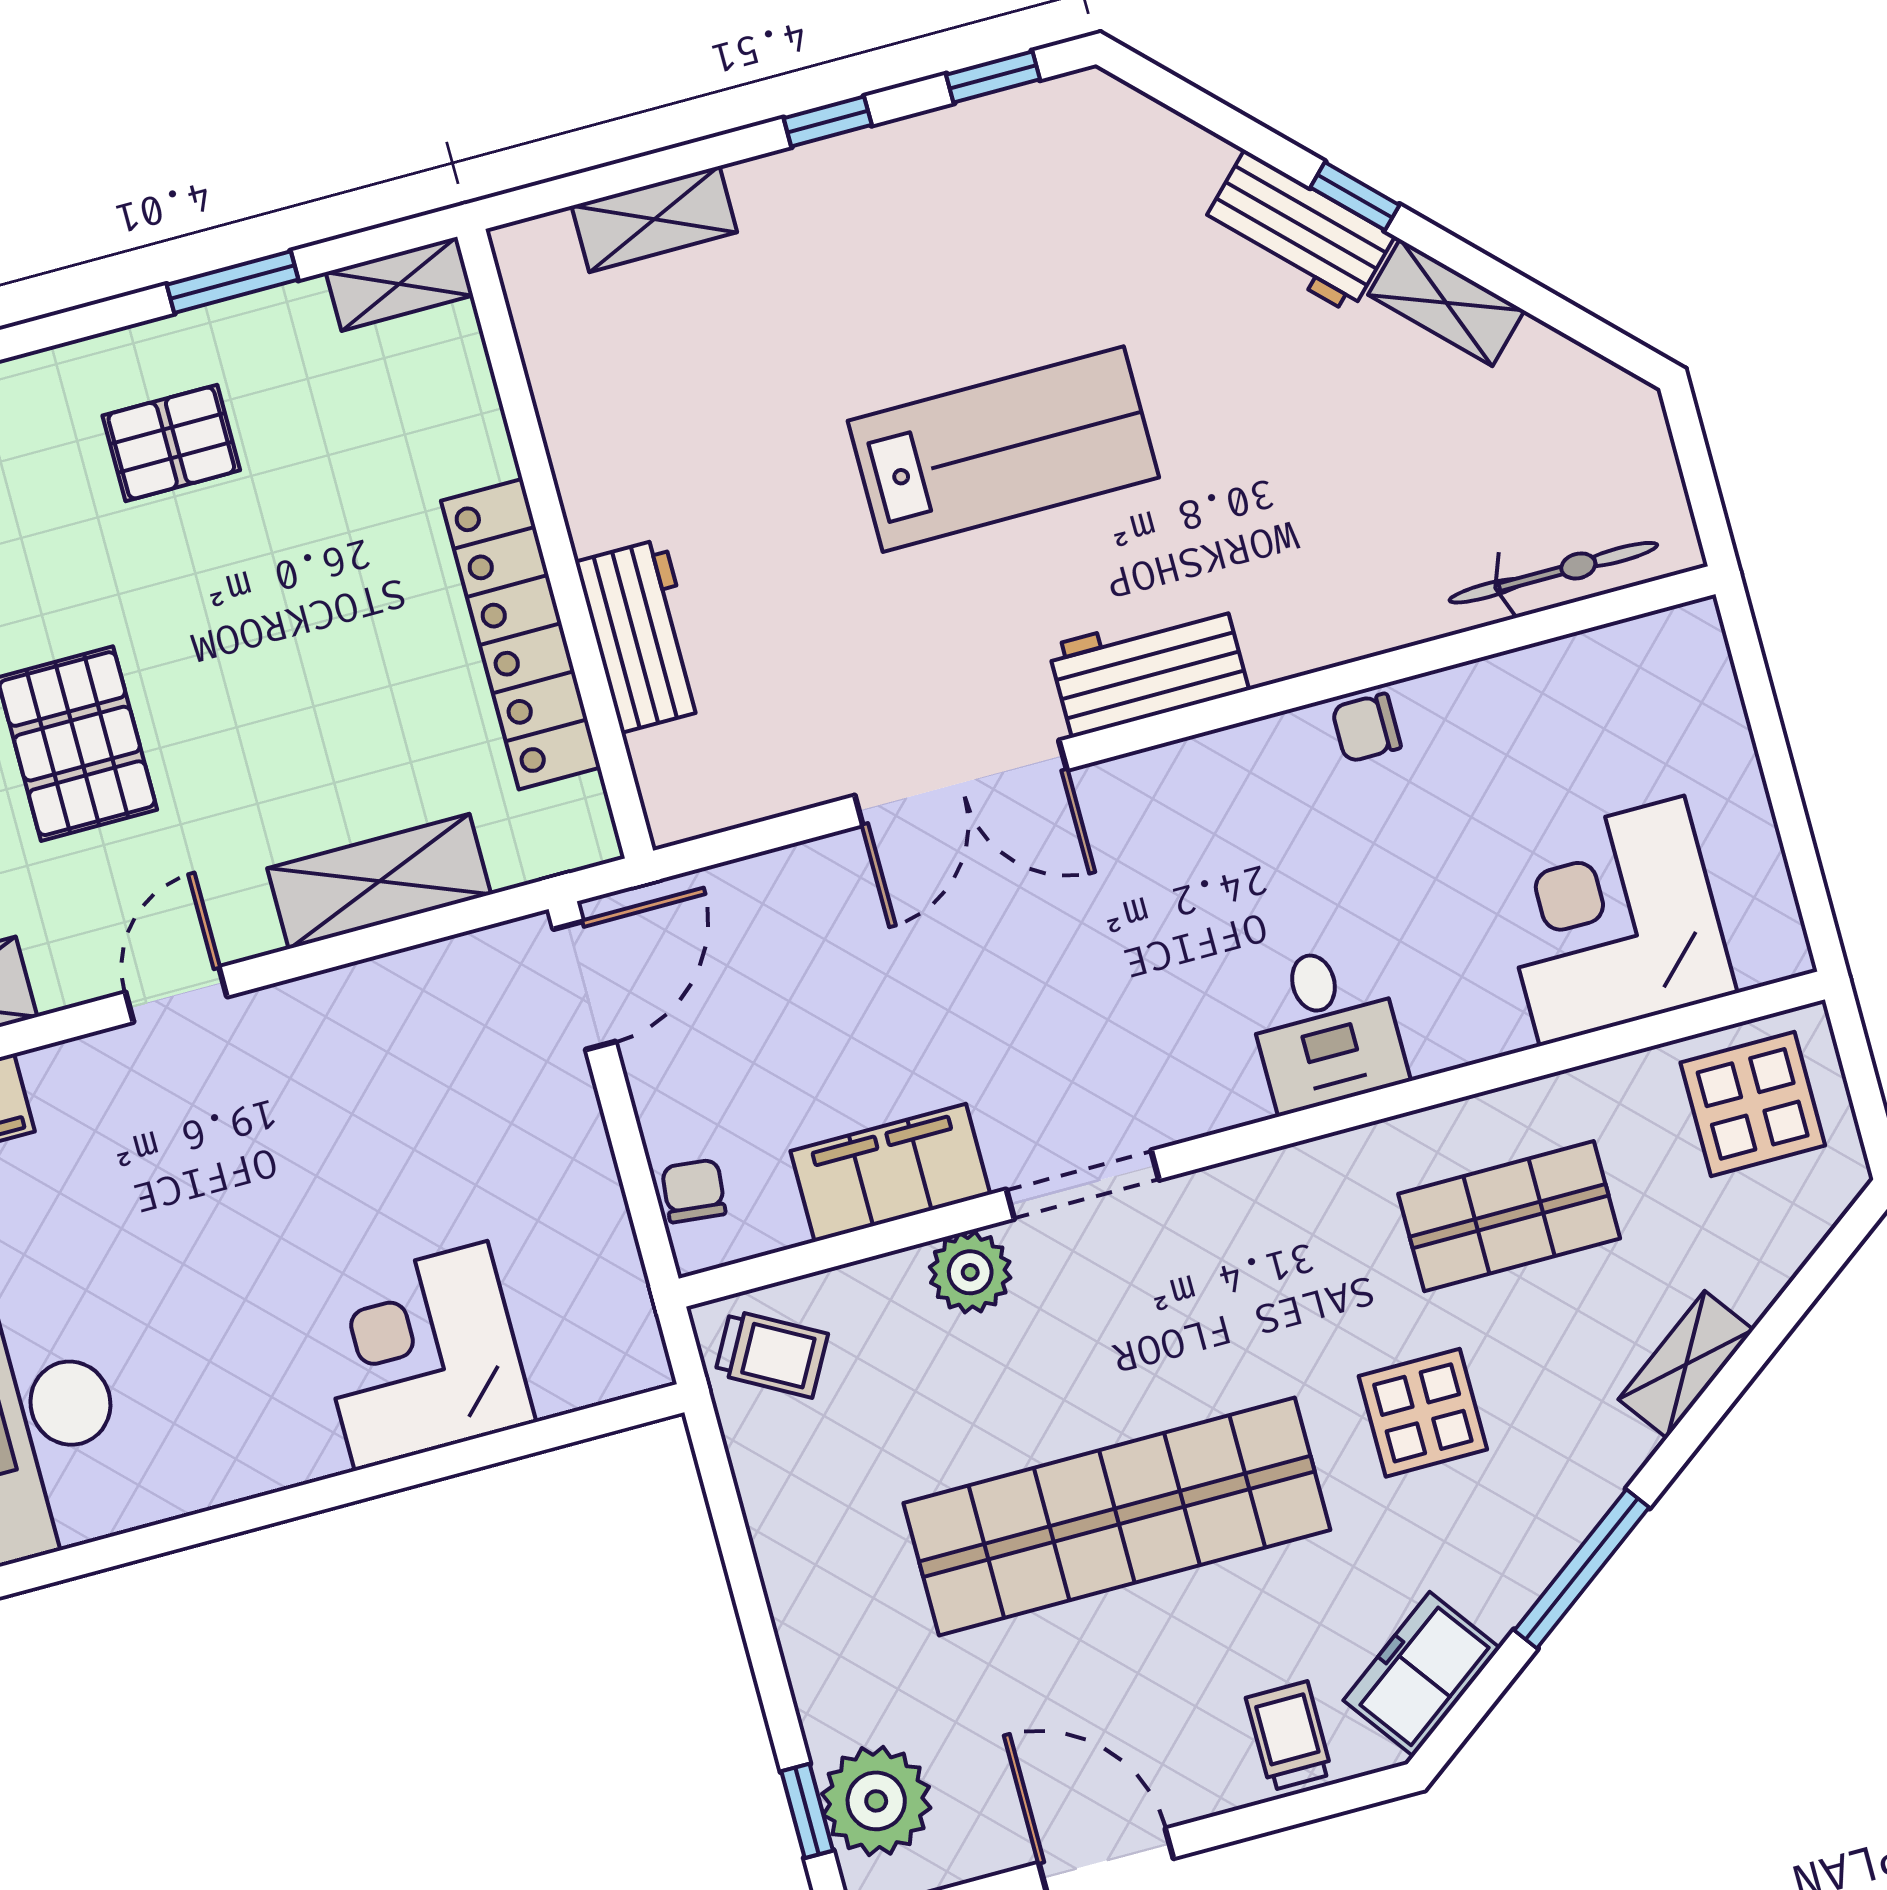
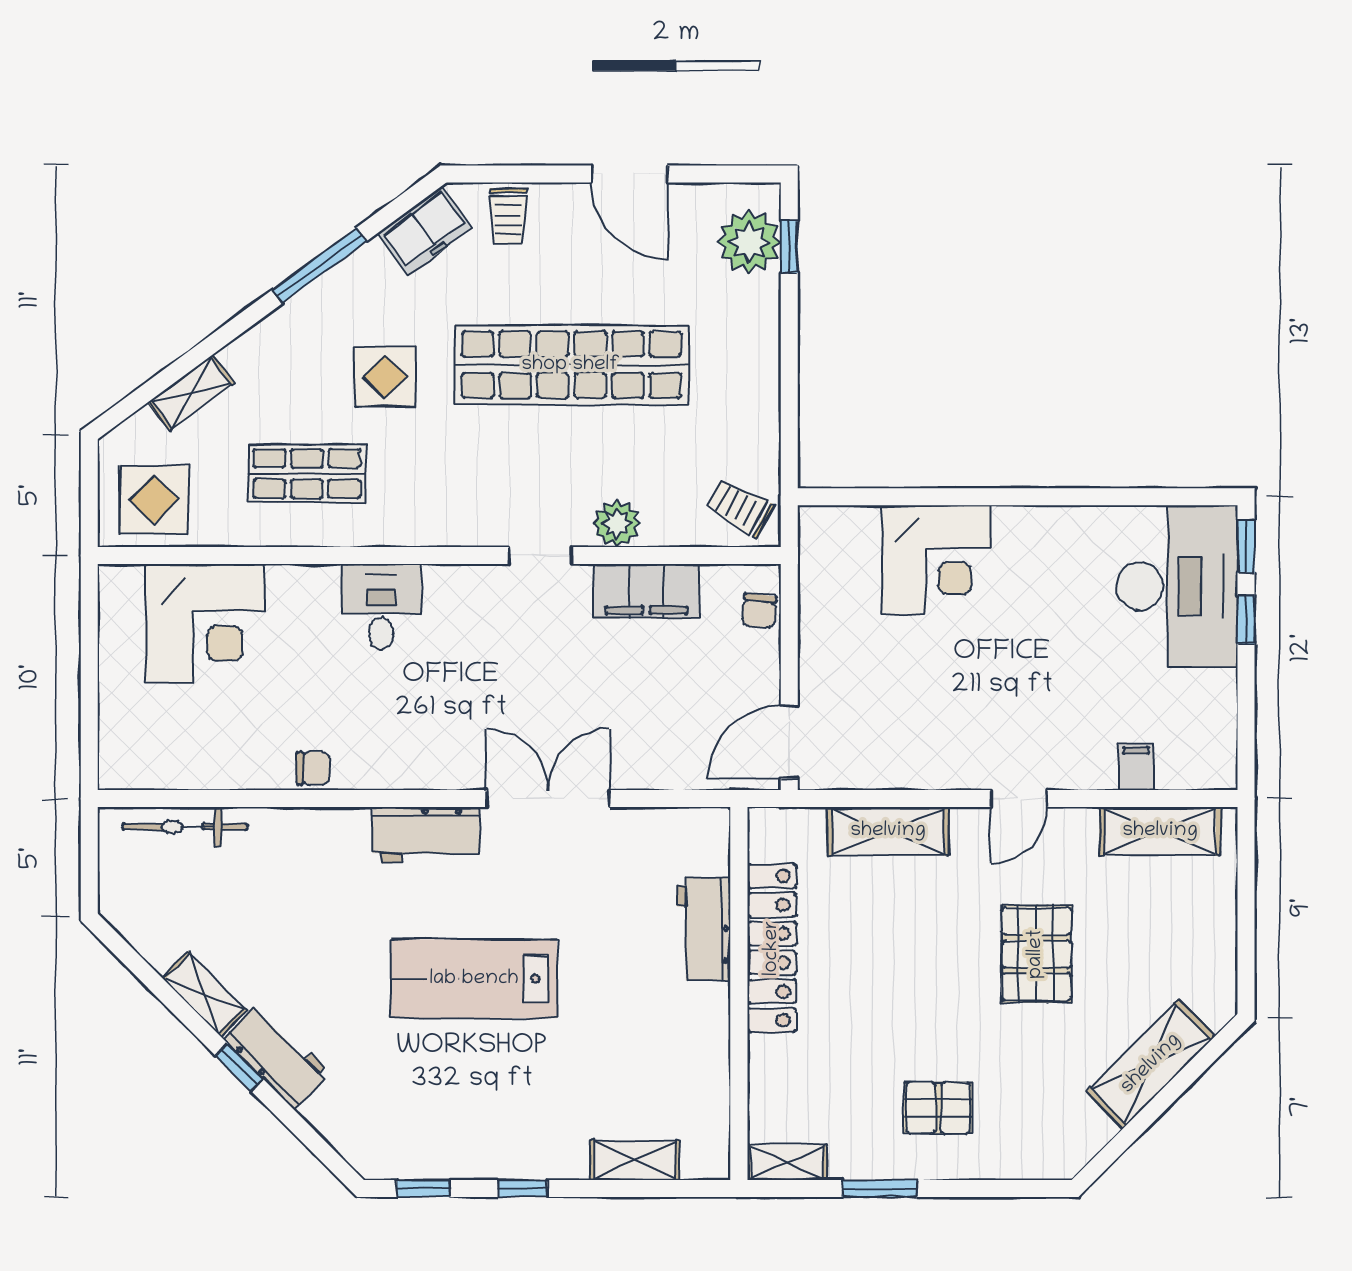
doorway: (1083, 1185) -> (541, 556), width x0.73
shelving: (1686, 1365) -> (191, 393), moved

